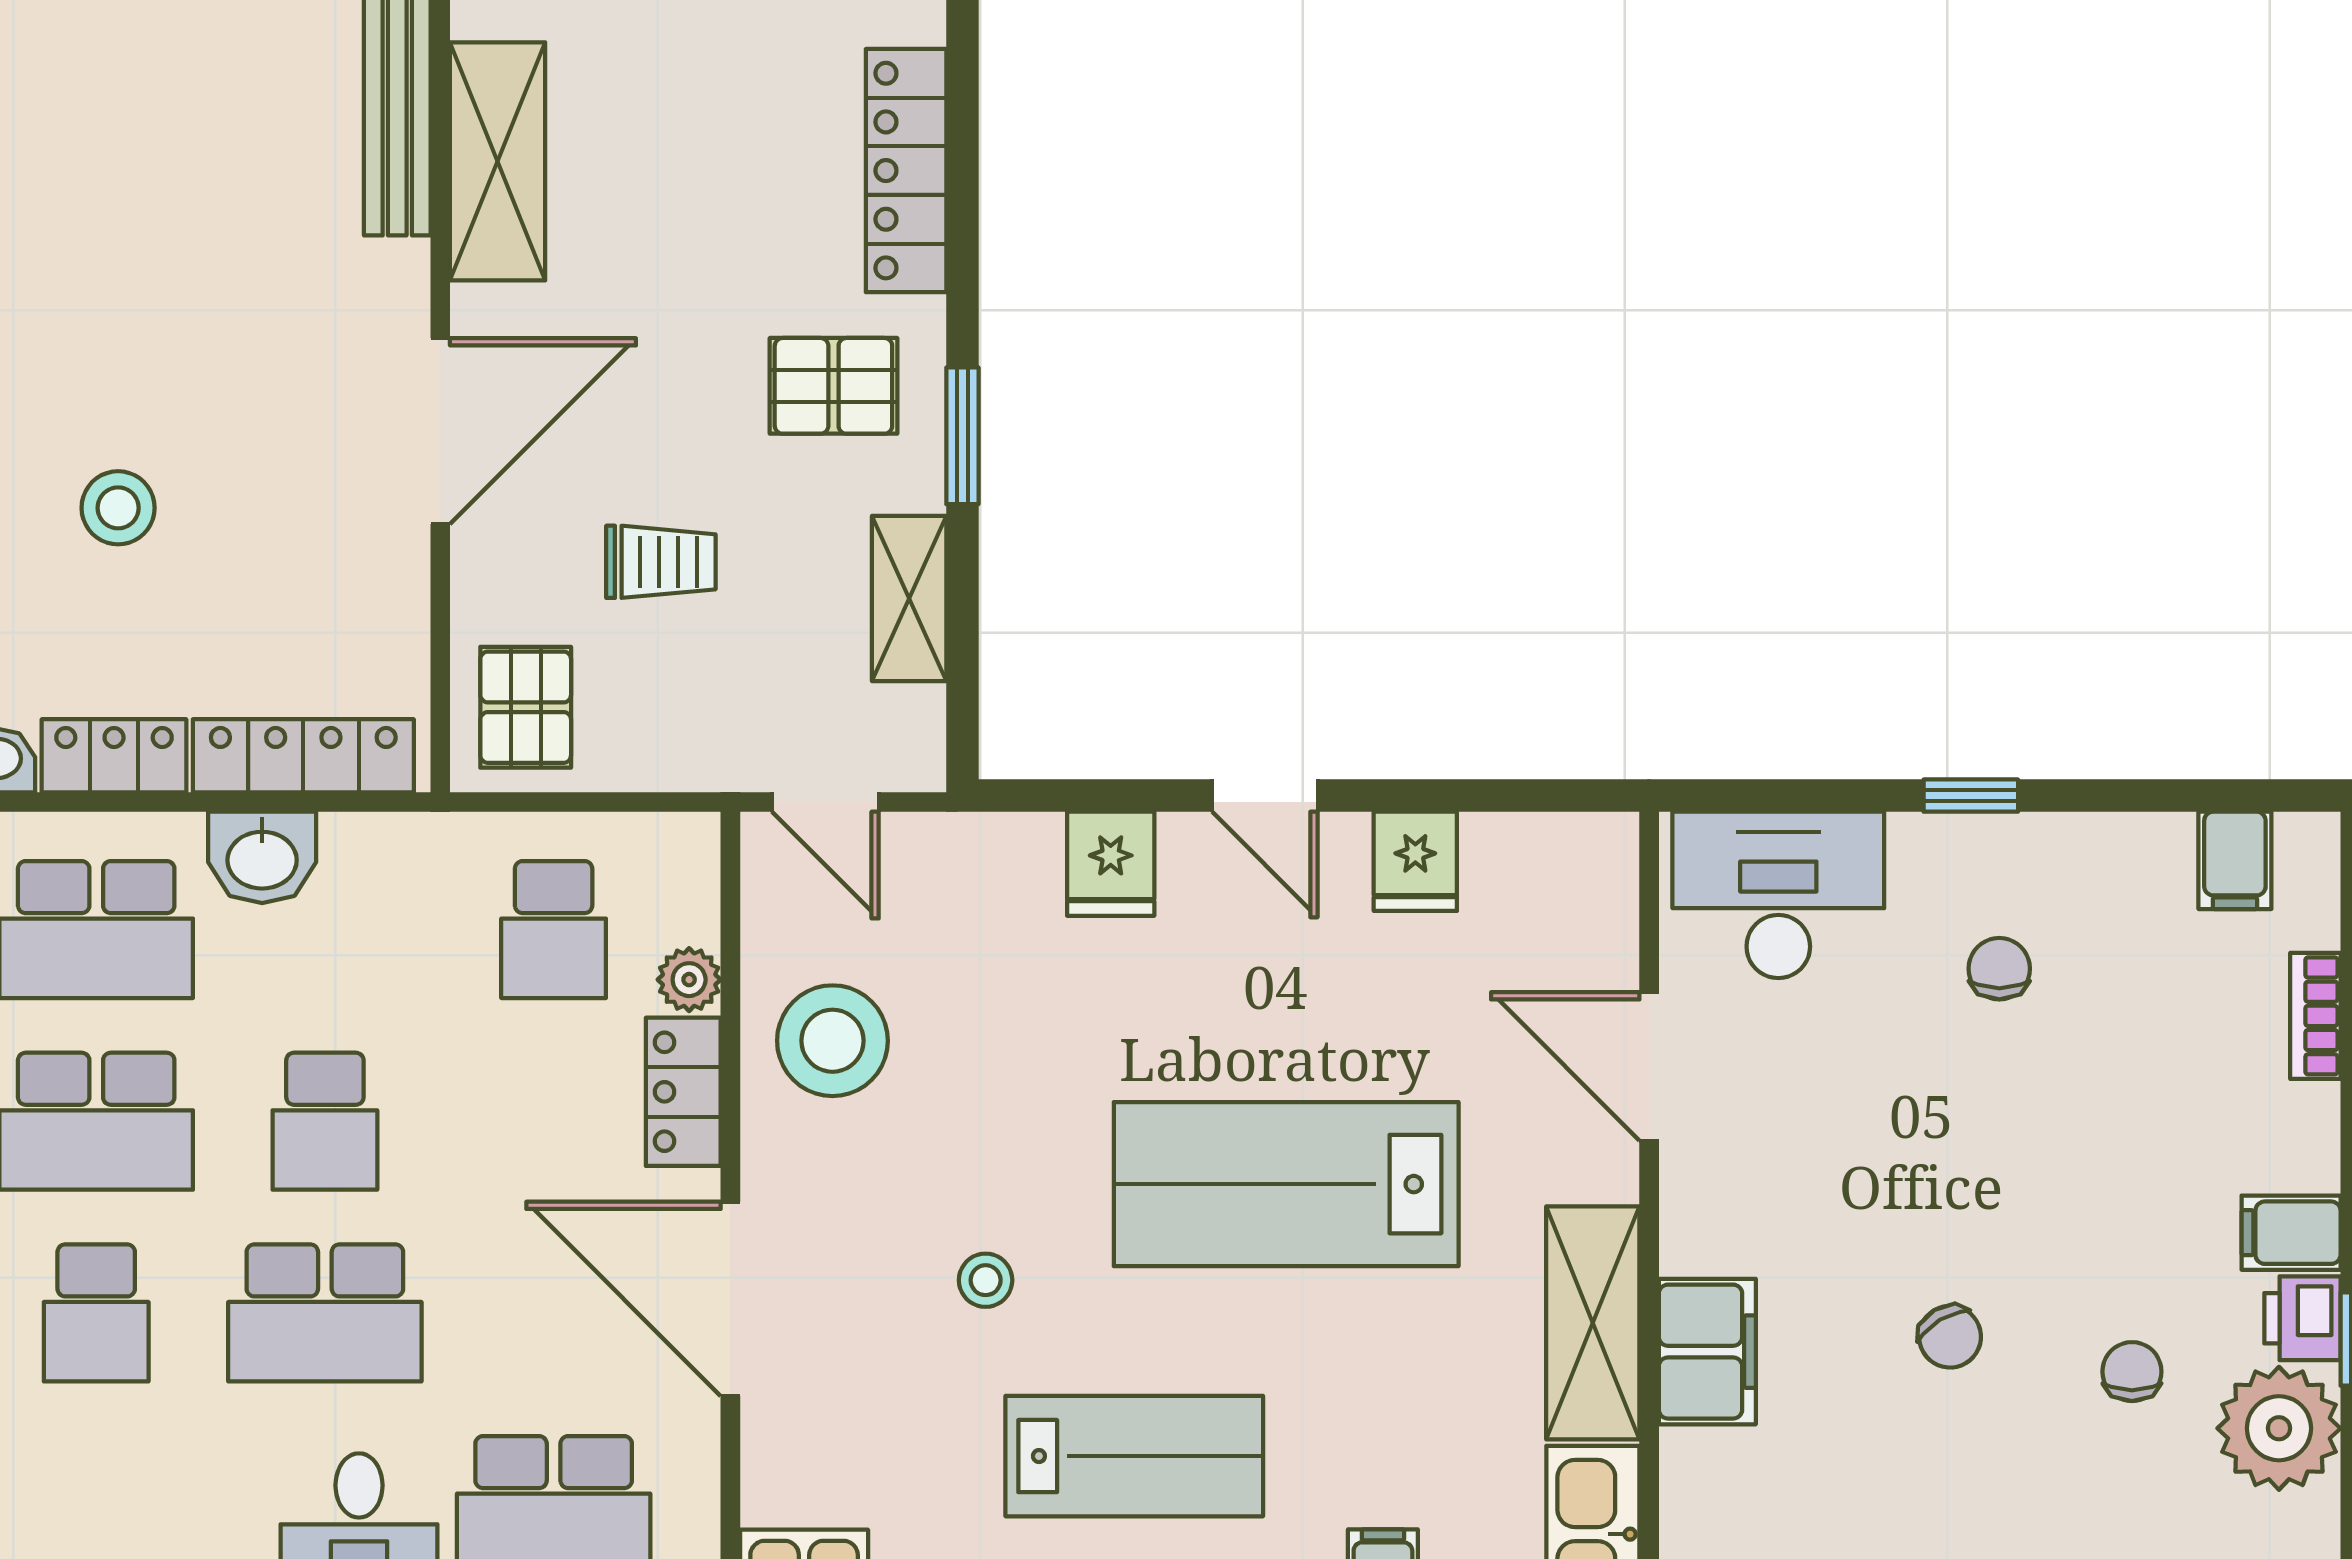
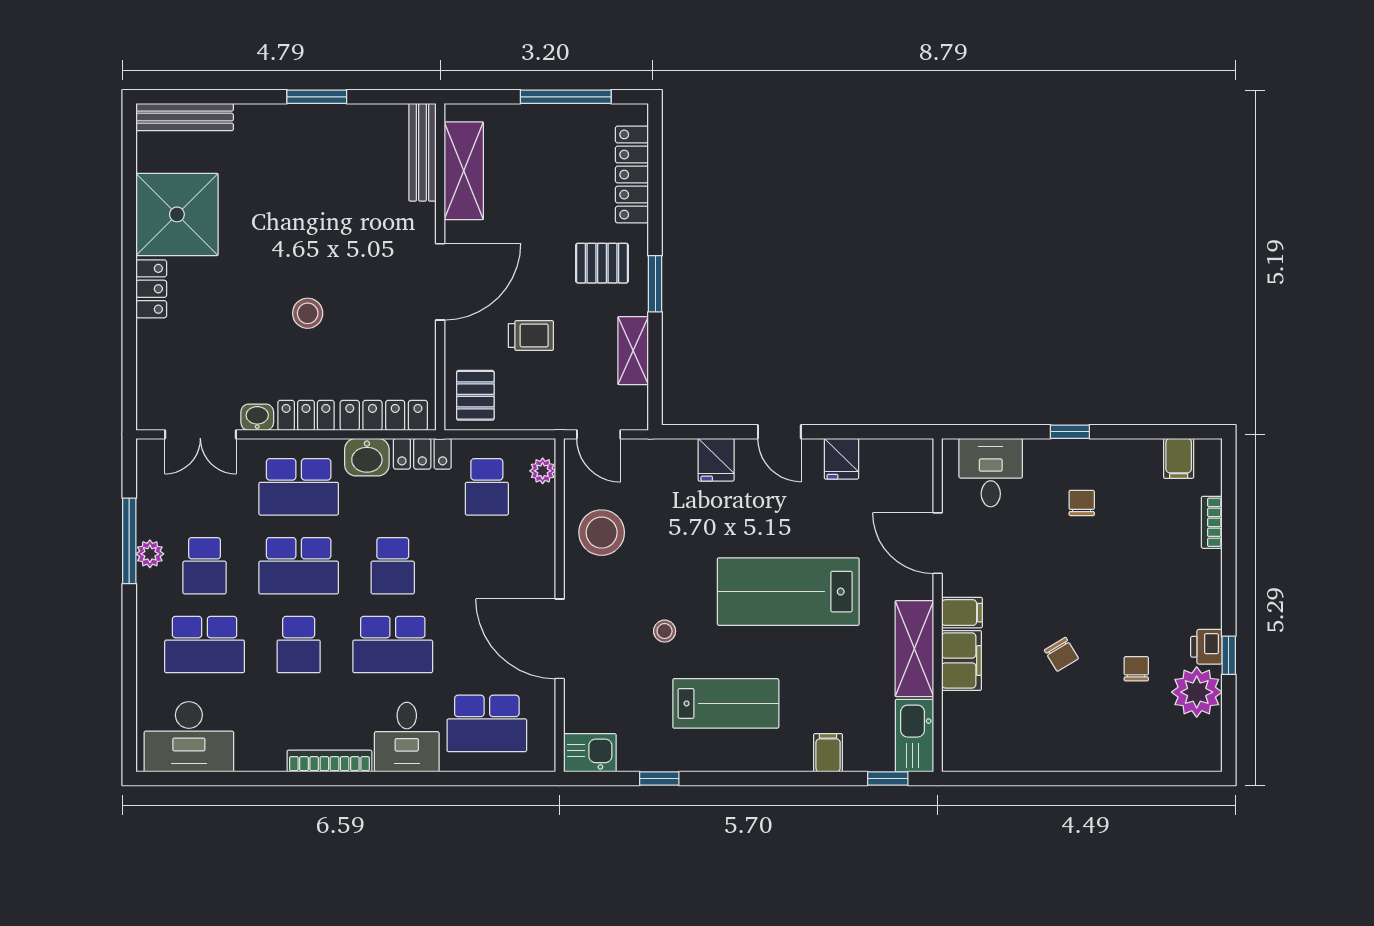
desk: (1778, 895) -> (991, 473), width x0.73
plant: (689, 980) -> (543, 471), moved
locker: (683, 1092) -> (422, 454), moved, turned -90
filing cabinet: (2291, 1233) -> (962, 613), moved, turned 180

